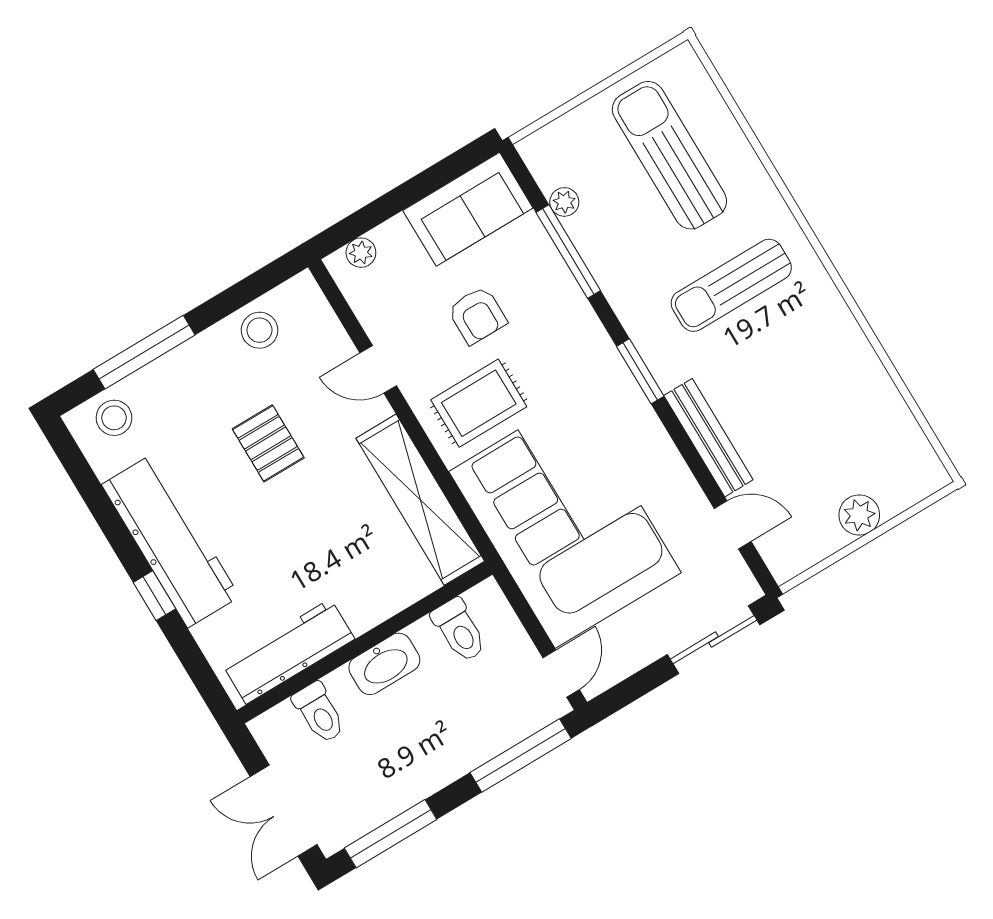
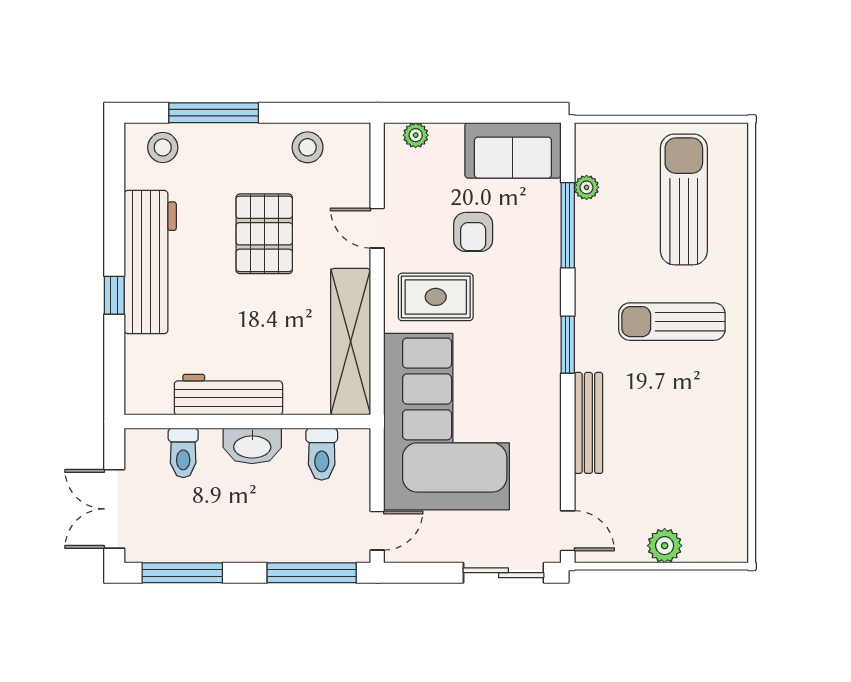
pallet: (268, 443) -> (264, 234), width x1.50, depth x1.42
door: (733, 525) -> (568, 531), moved
workbench: (288, 651) -> (228, 395), moved

